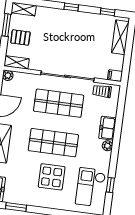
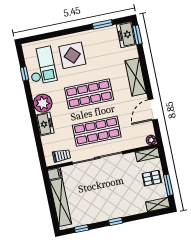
shelving: (120, 37) -> (61, 202), width x1.47
plant: (107, 146) -> (43, 103), width x1.88, depth x1.88
display table: (52, 177) -> (72, 55), moved

